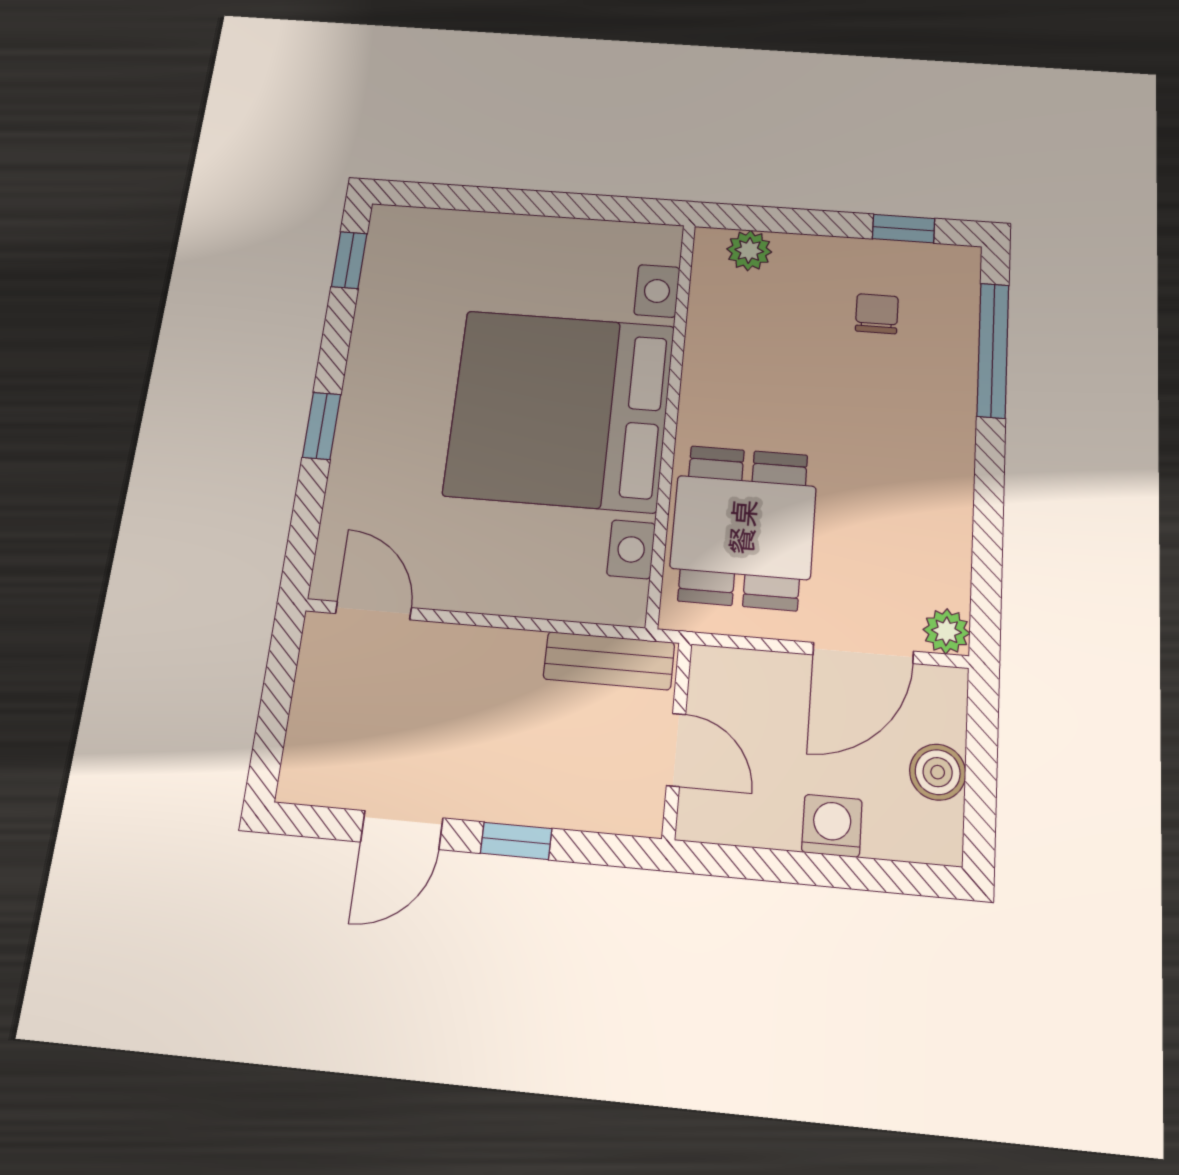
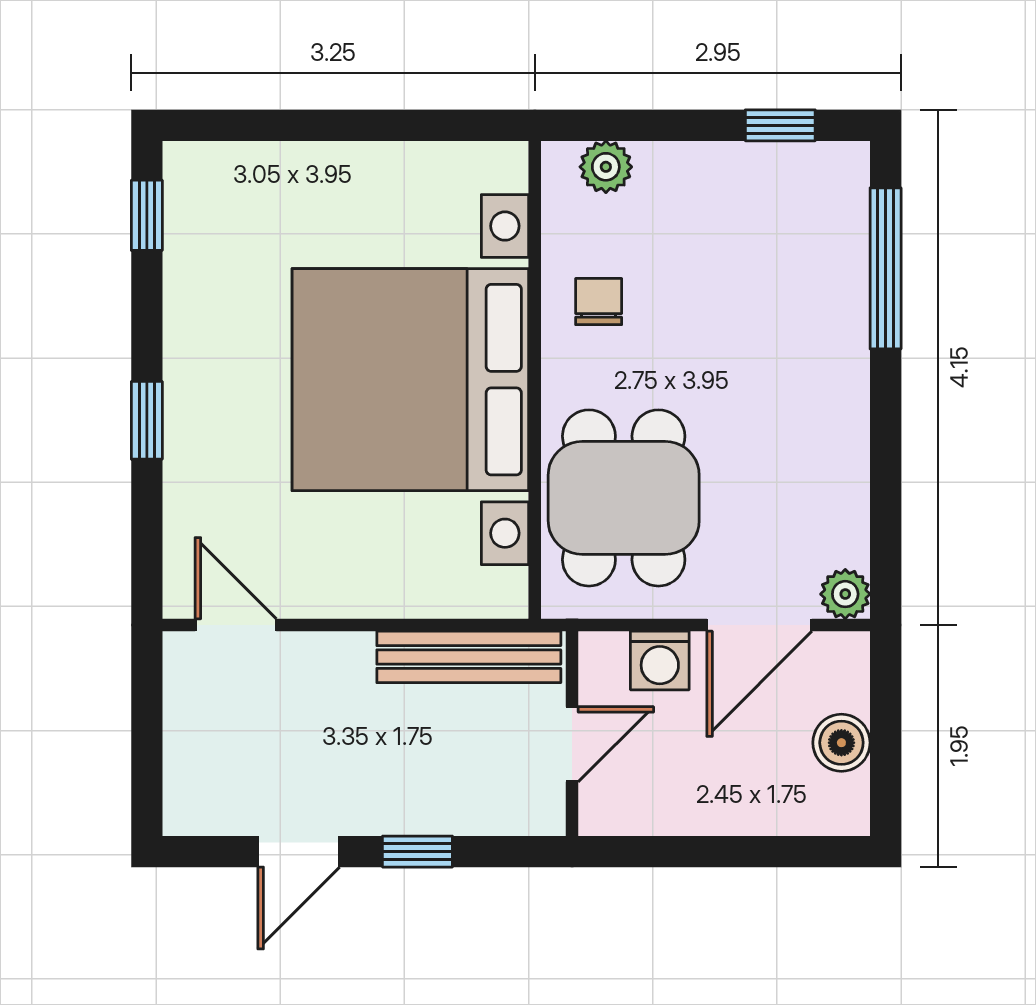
chair: (877, 314) -> (599, 302), moved
bench: (609, 661) -> (469, 657), width x1.36
door: (676, 750) -> (572, 744), hinge flipped
washing machine: (832, 826) -> (660, 660), moved, turned 180

